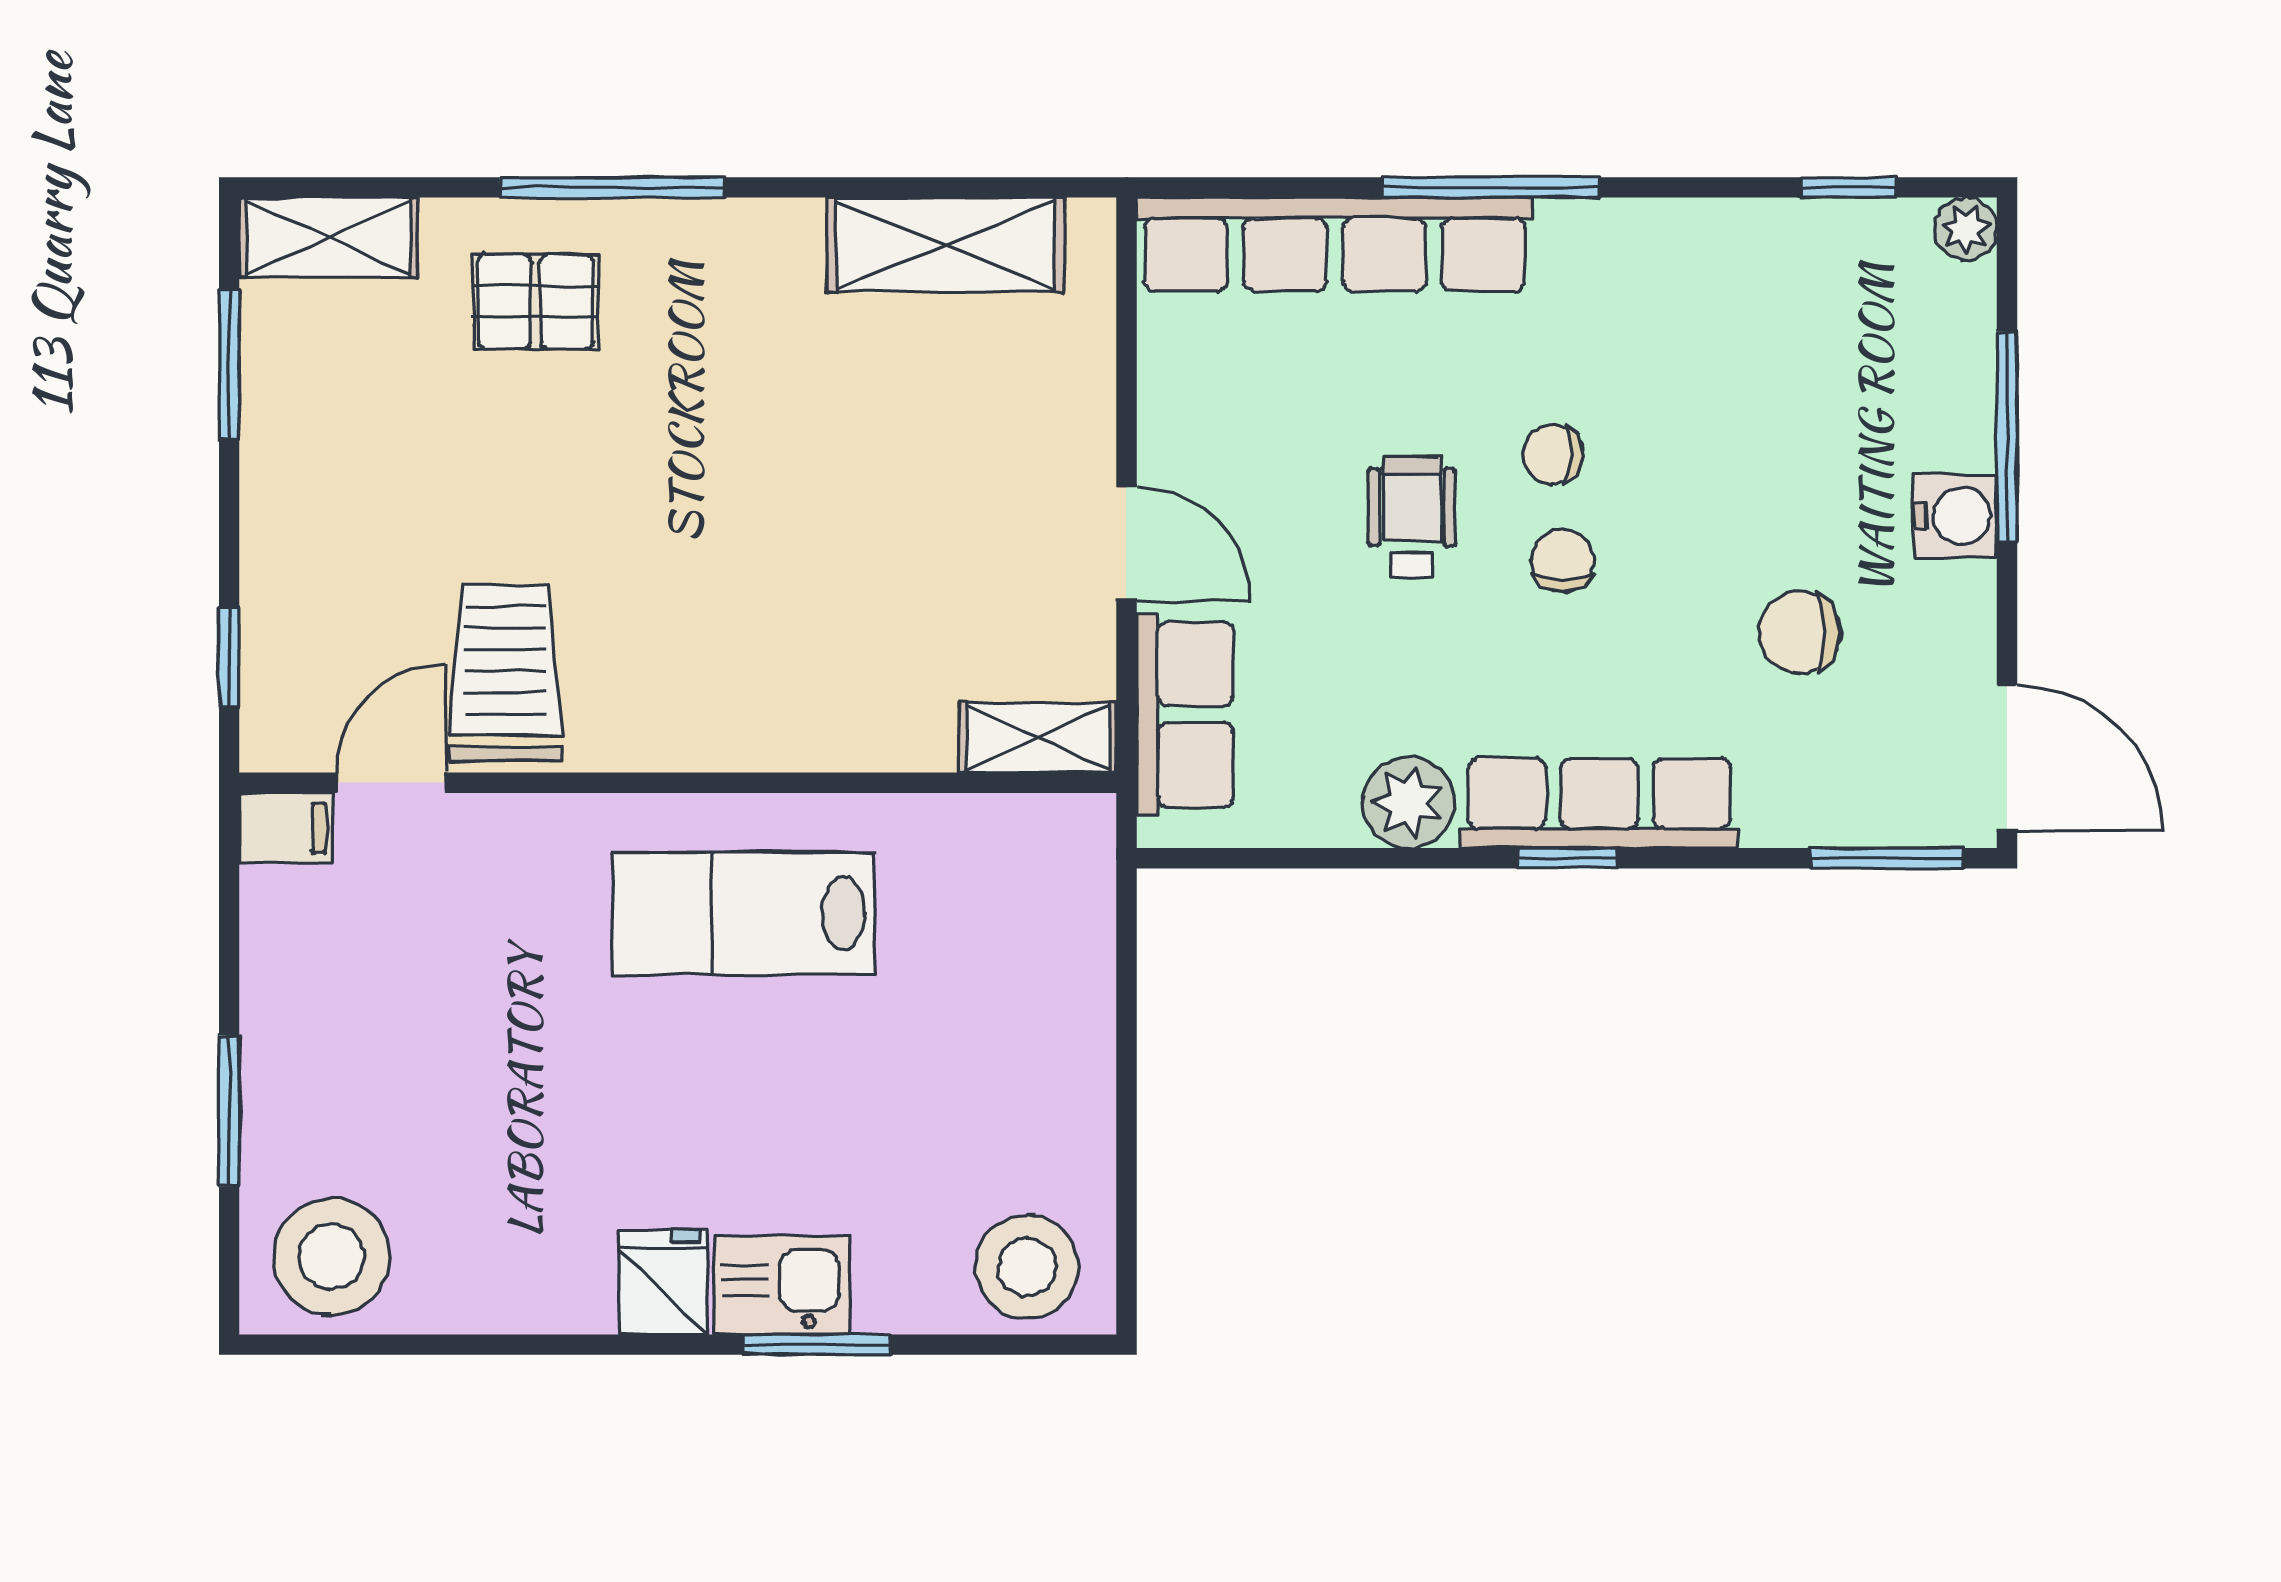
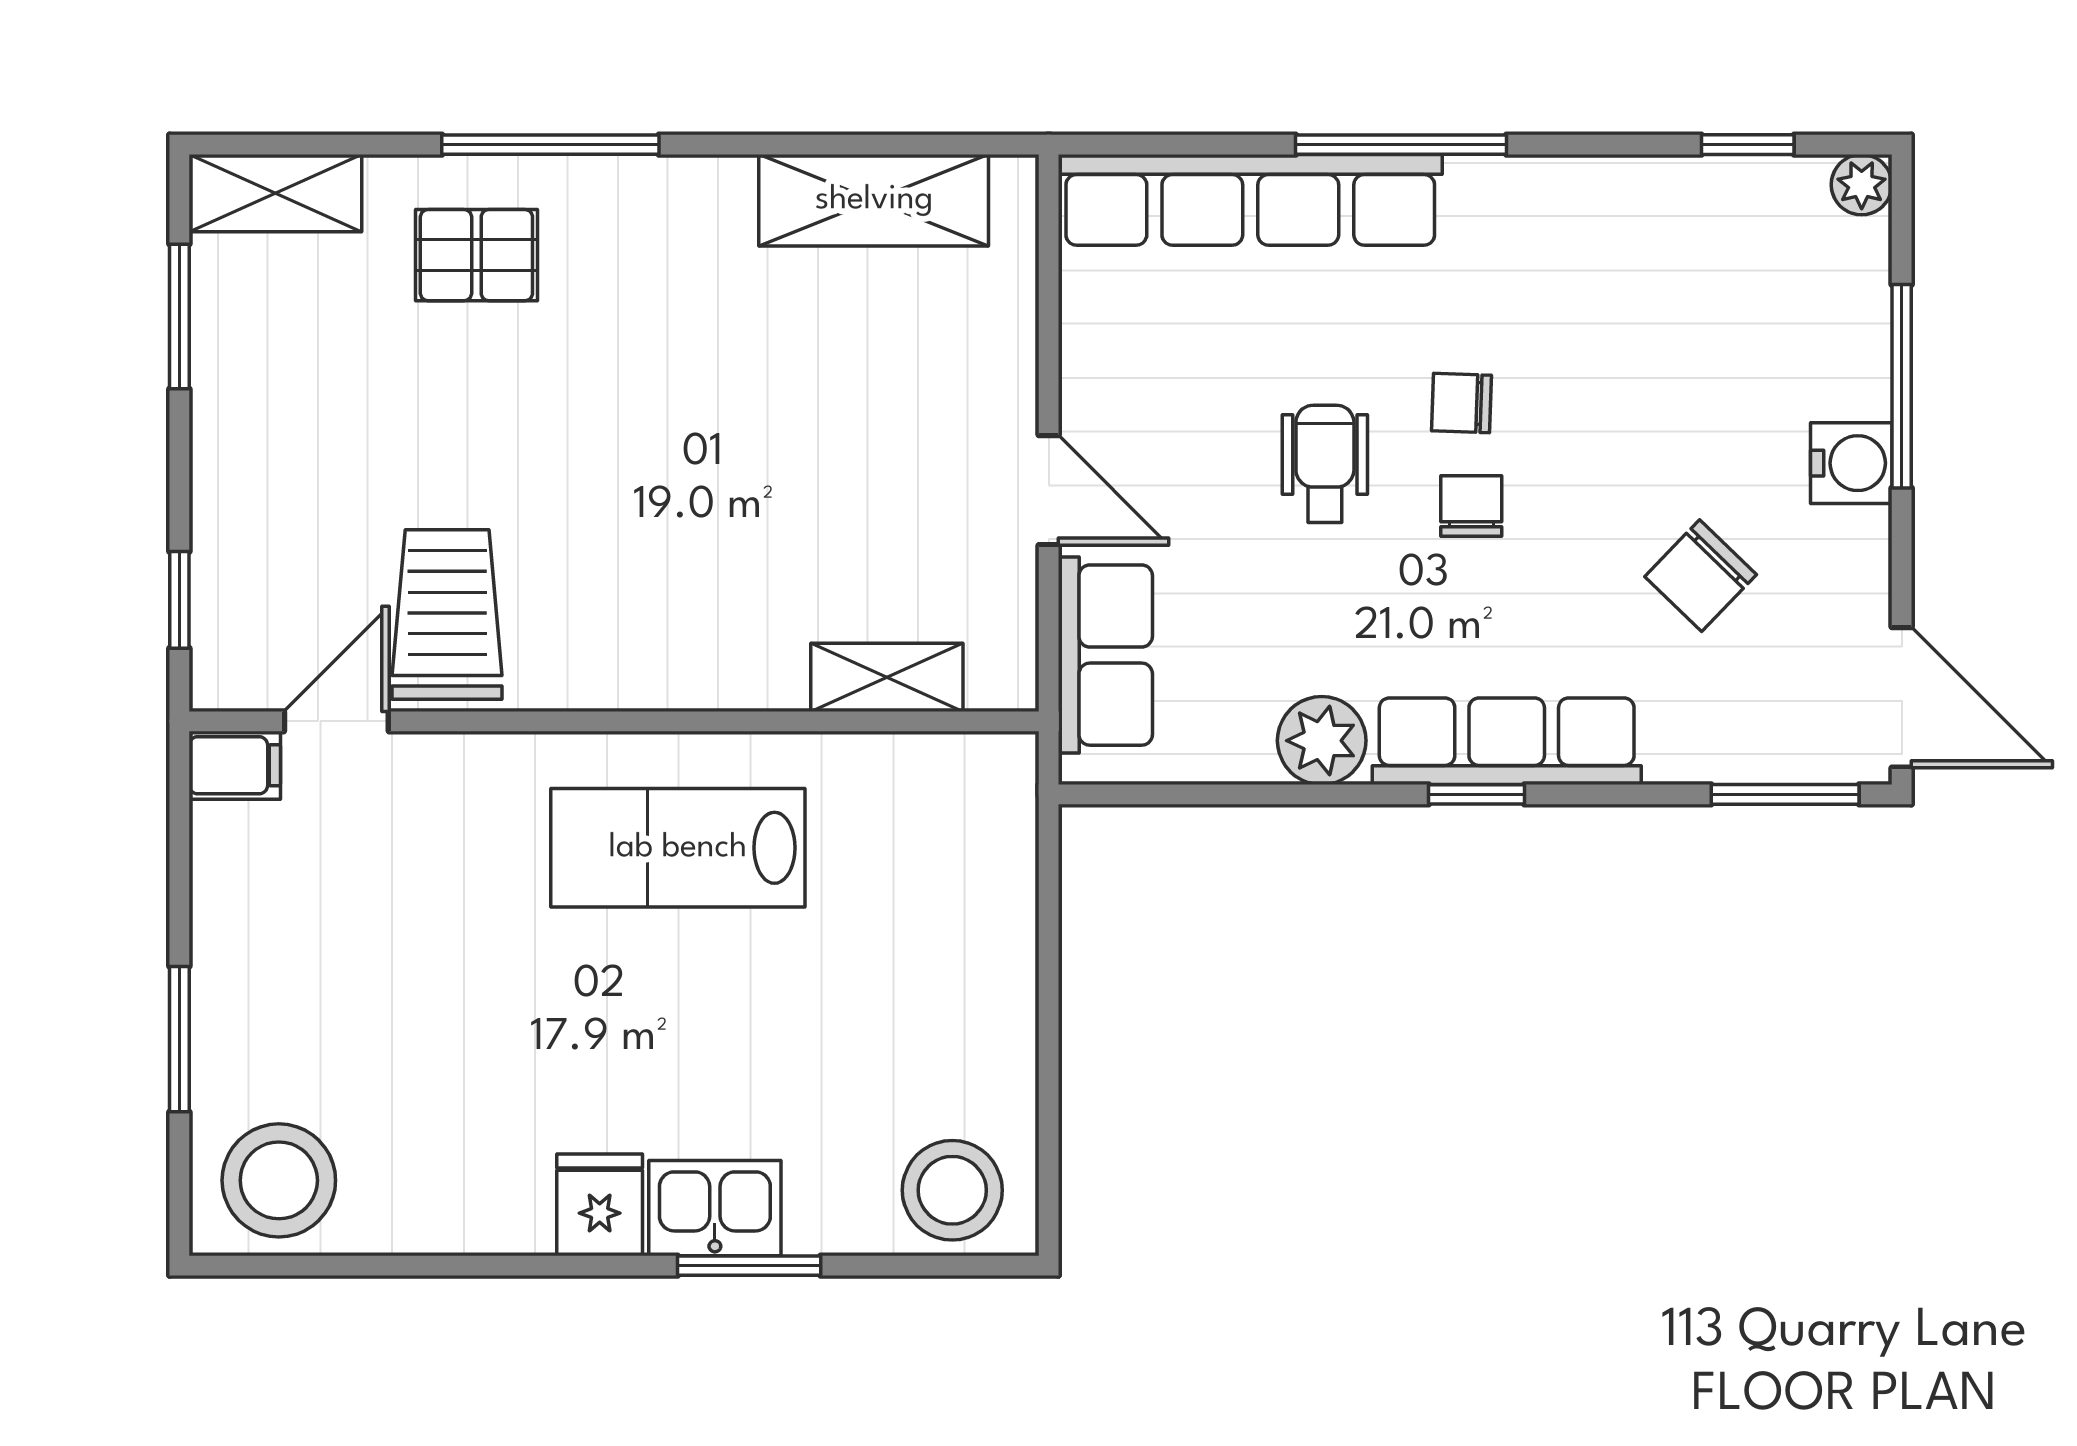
chair: (1800, 632) -> (1701, 576), turned -46
shelving: (1038, 737) -> (887, 677), moved

